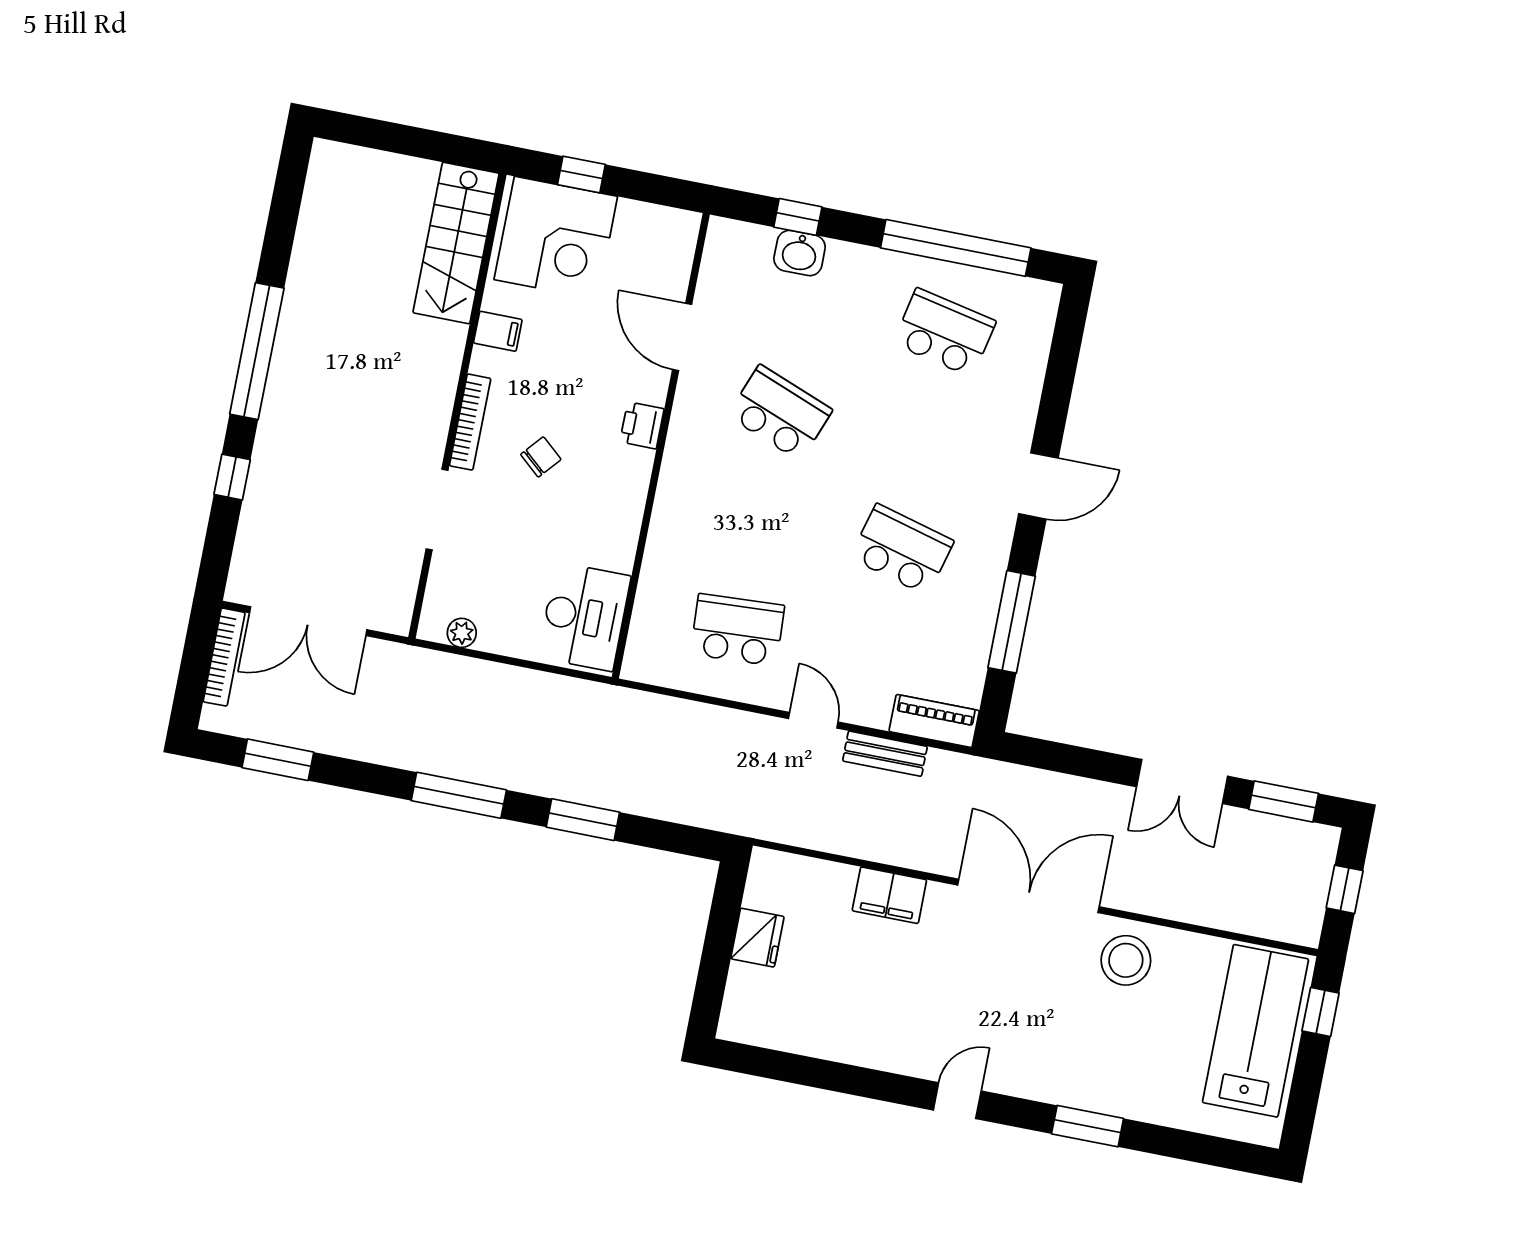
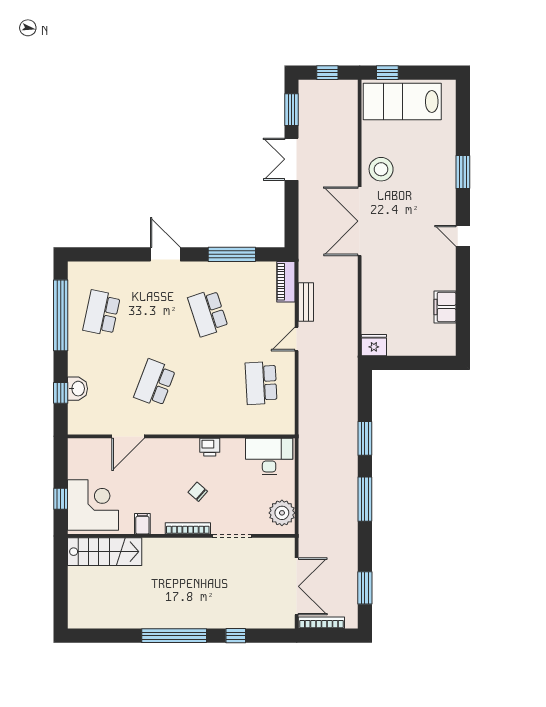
printer: (642, 425) -> (210, 447), moved
school desk: (902, 549) -> (208, 313), turned -33
plant: (462, 633) -> (282, 513), width x1.87, depth x1.87
double door: (1182, 782) -> (291, 159), swing flipped
filing cabinet: (889, 895) -> (445, 307), moved, turned 180
fridge: (757, 938) -> (374, 345), moved

